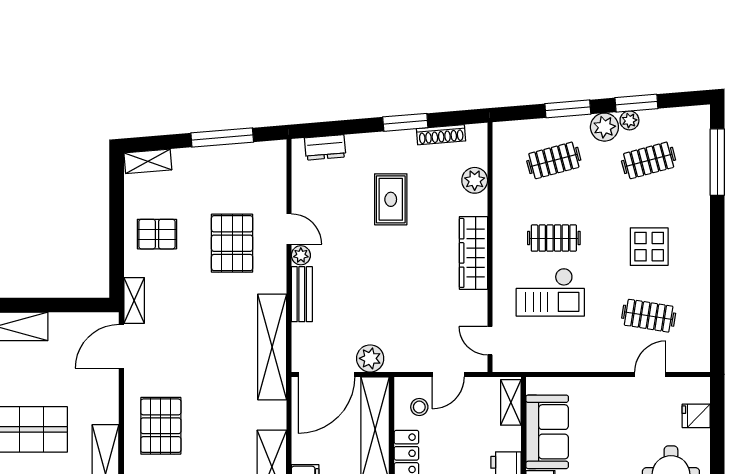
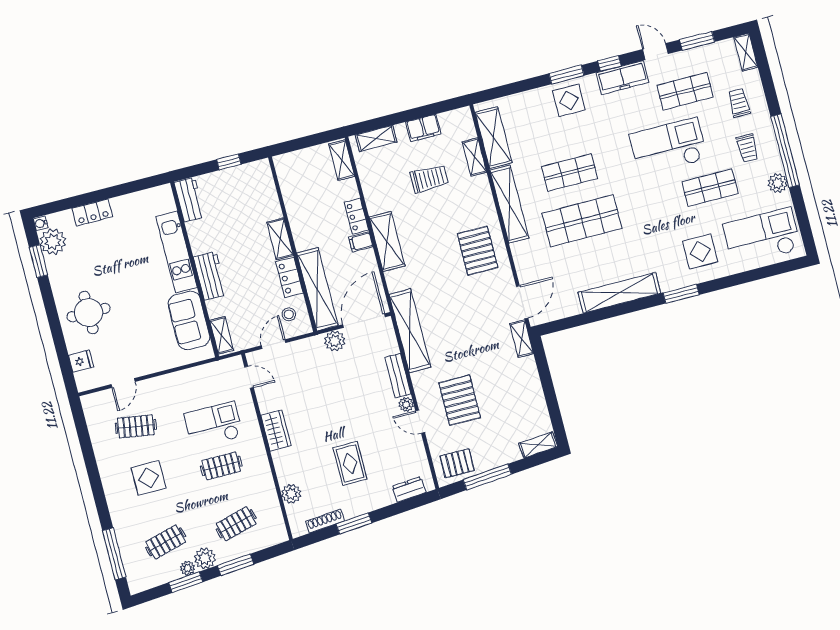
pallet: (157, 234) -> (457, 463), moved
wardrobe: (473, 253) -> (276, 430), width x0.67

